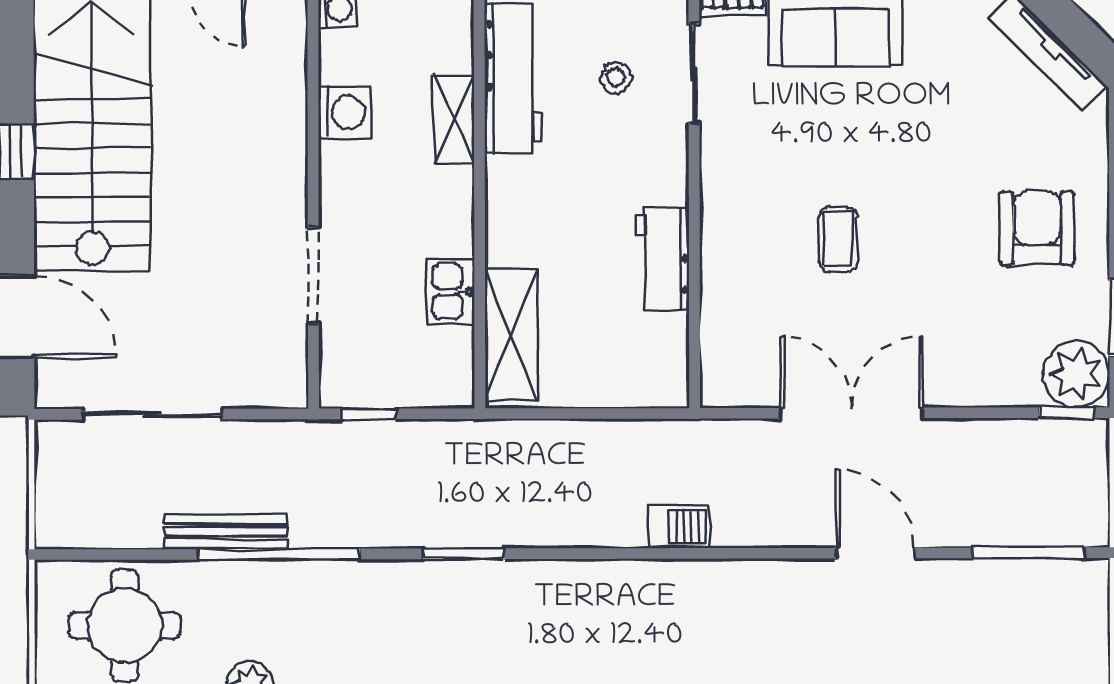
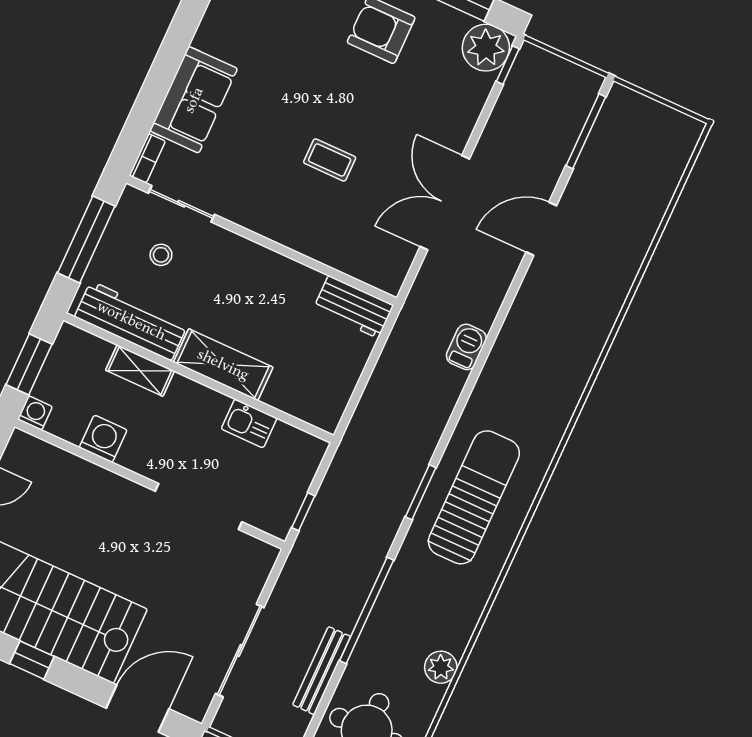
workbench: (663, 259) -> (353, 307), moved
doorway: (313, 276) -> (199, 507), width x1.36
shelving: (511, 334) -> (223, 365), moved
bench: (226, 532) -> (322, 671), moved
sun lounger: (489, 626) -> (474, 497), added

